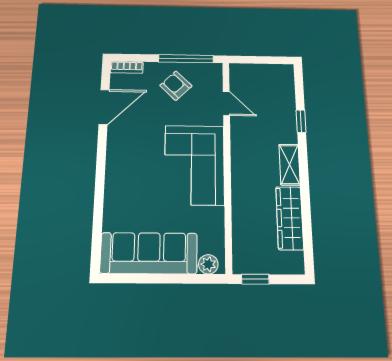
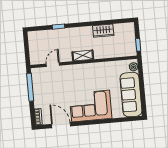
armchair: (176, 86) -> (46, 91), removed
corner sofa: (194, 165) -> (91, 106), moved, turned 180
shelving: (290, 165) -> (83, 56), moved
wardrobe: (290, 218) -> (103, 31), width x0.67

